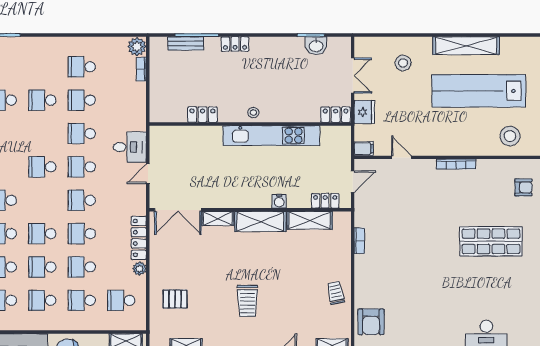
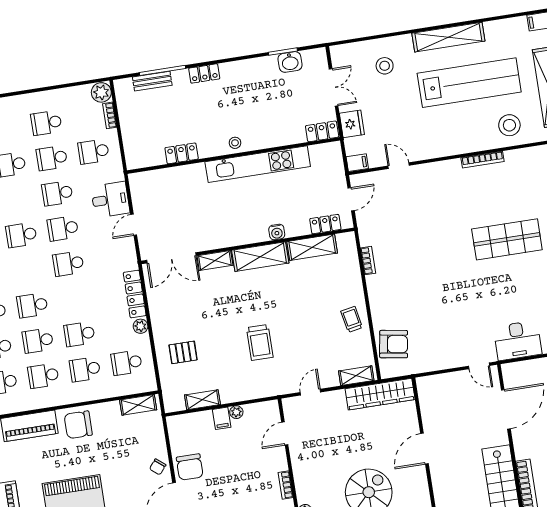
lab bench: (479, 91) -> (469, 83), turned 180
bookcase: (456, 164) -> (483, 160), moved
armchair: (523, 187) -> (532, 177), removed
school desk: (82, 234) -> (94, 152), moved
armchair: (371, 322) -> (394, 344), turned -81

